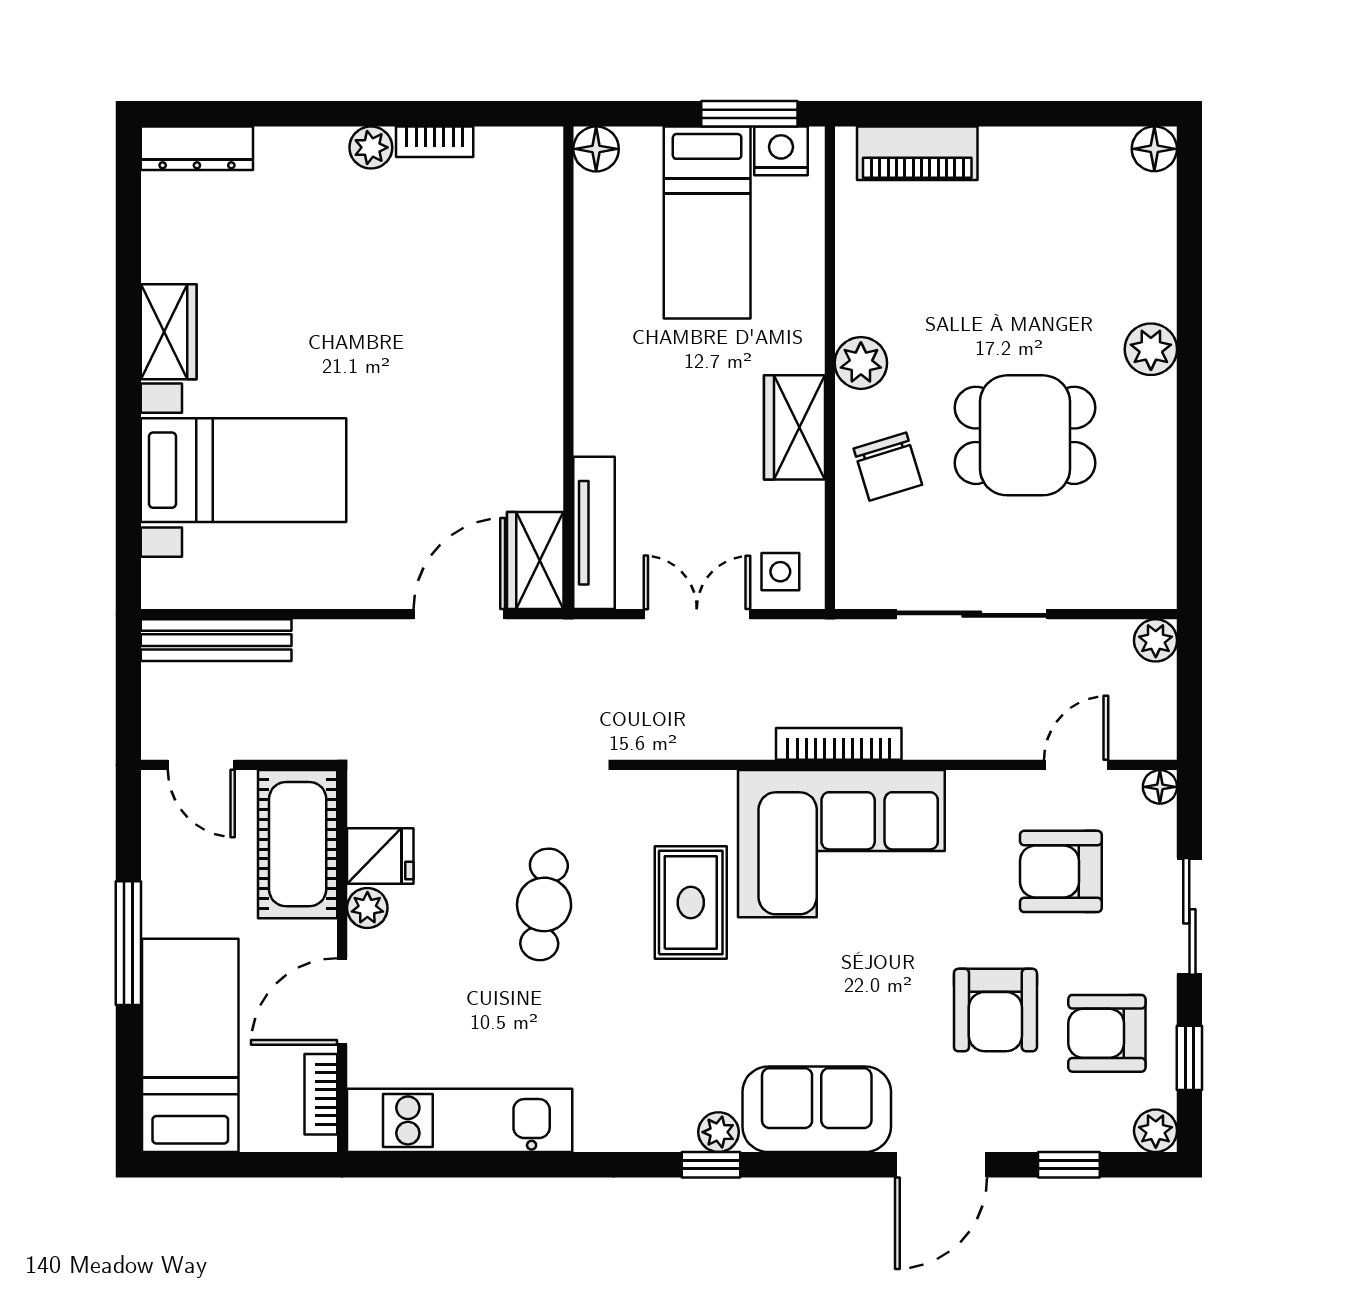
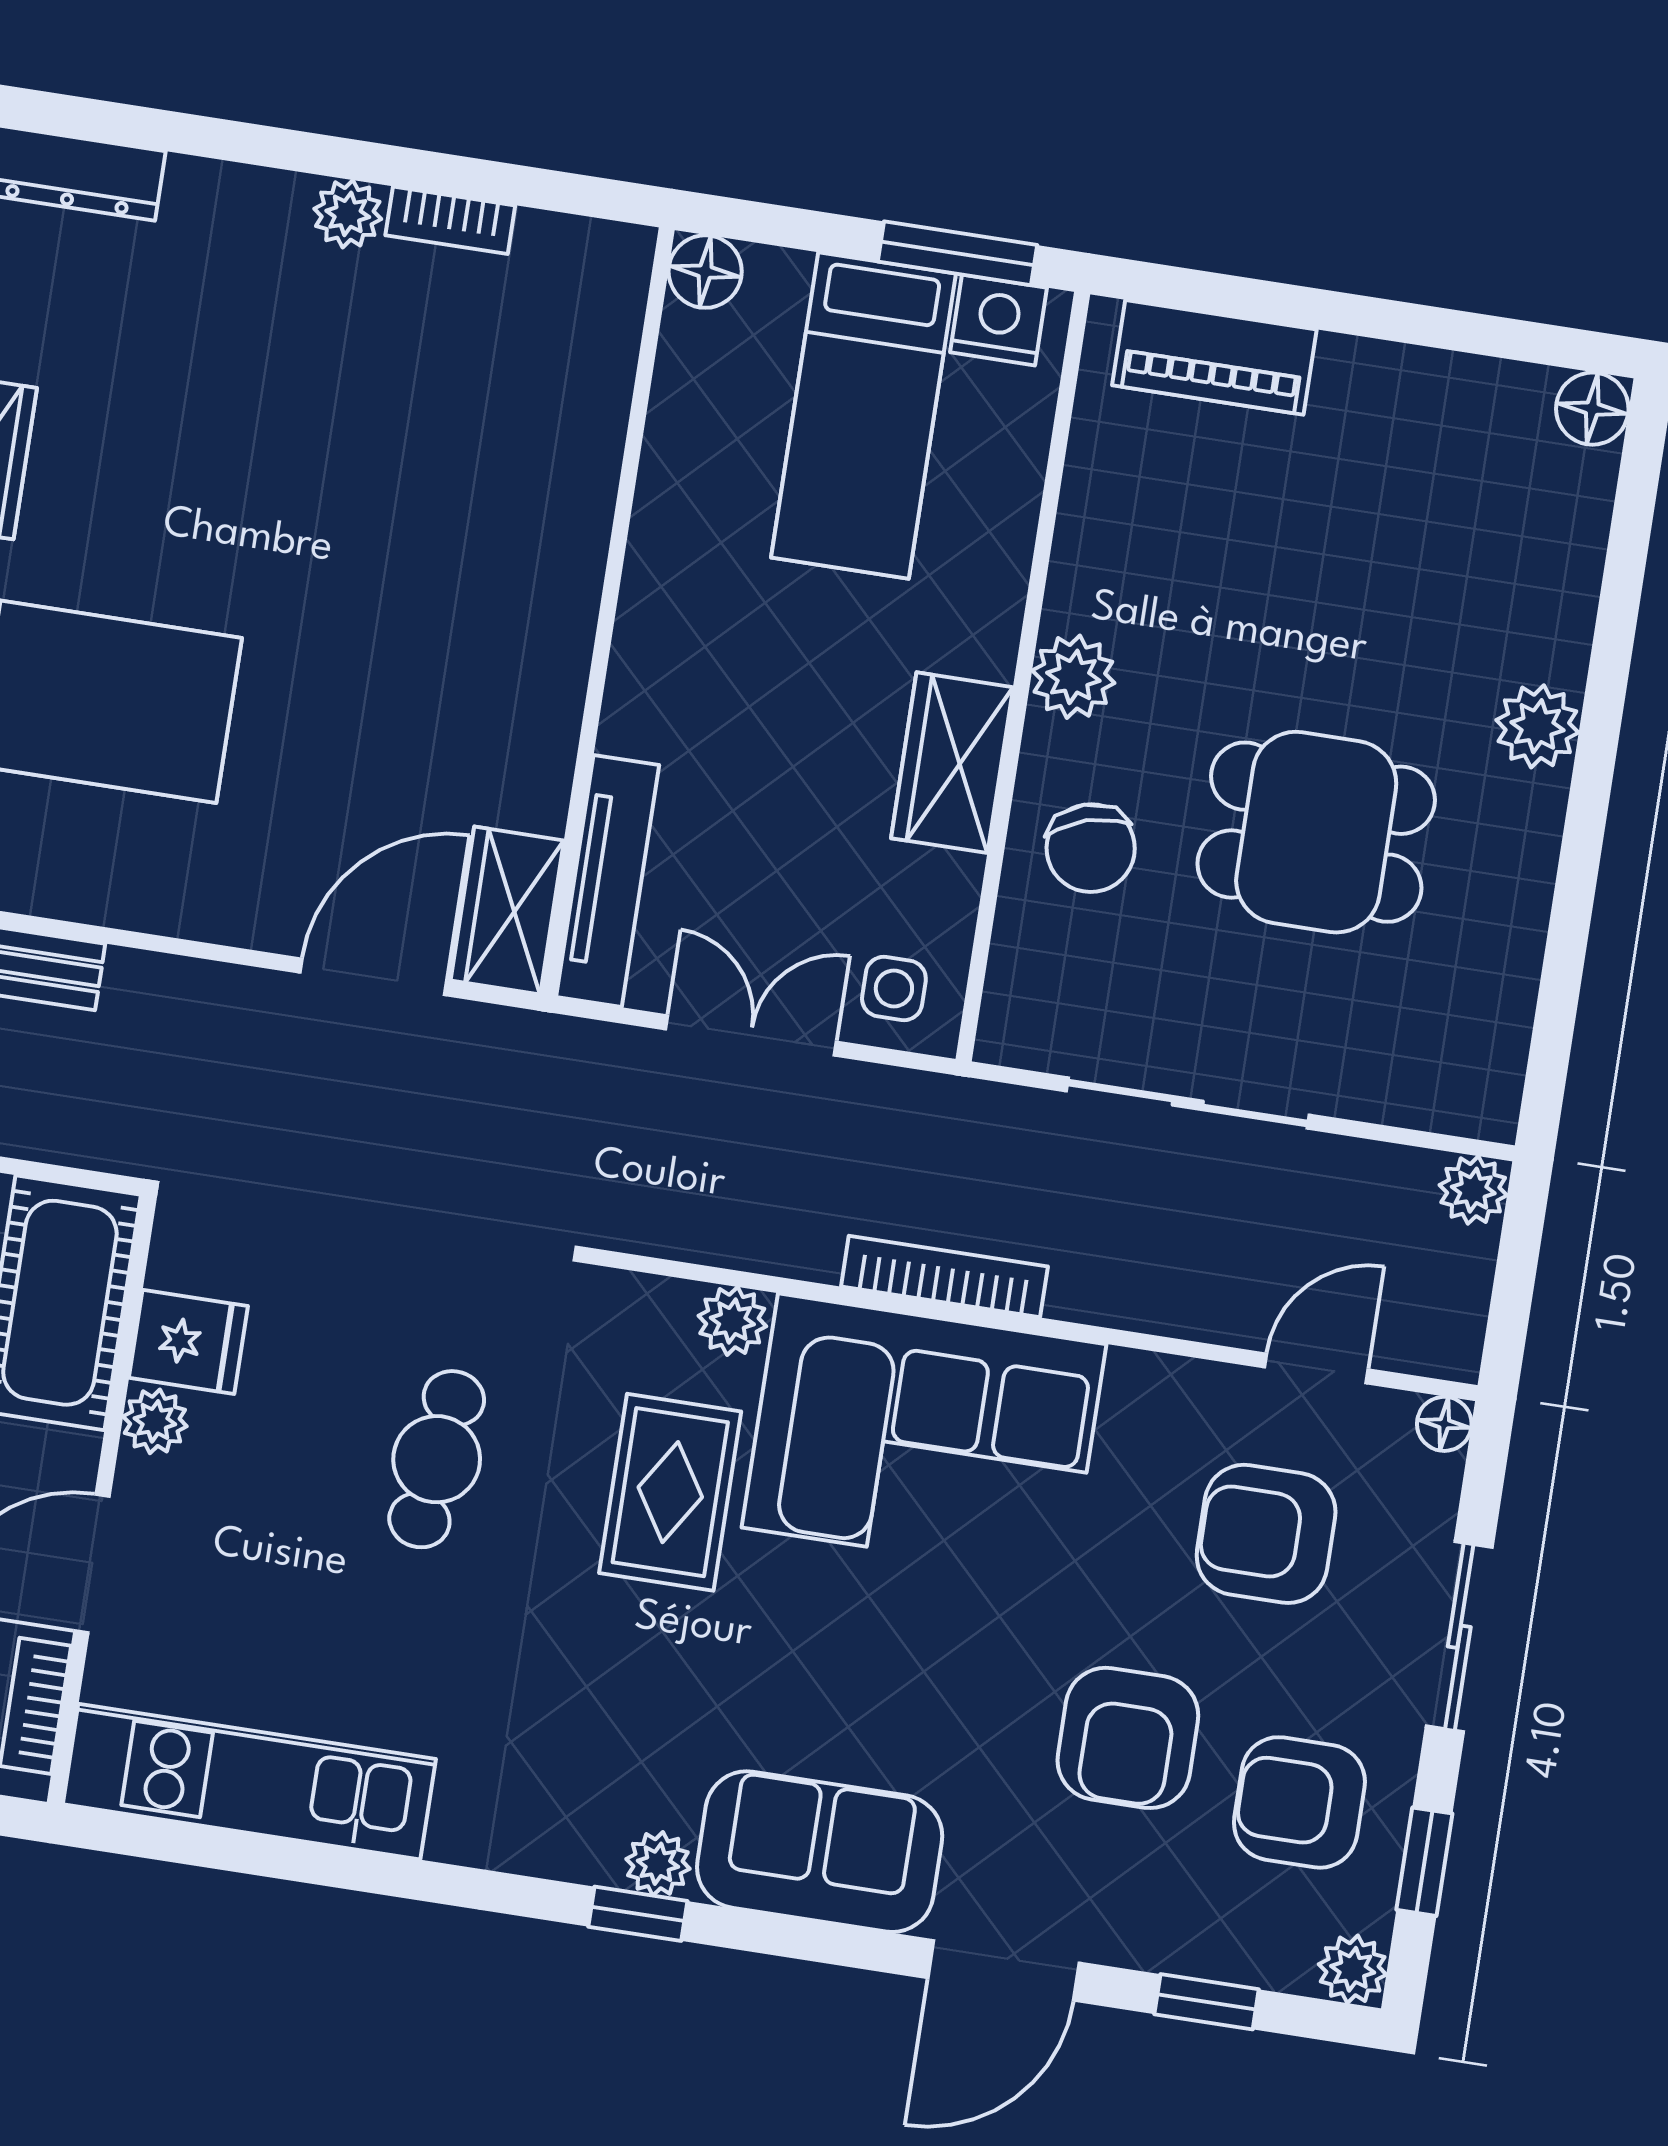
plant: (713, 791) -> (732, 1321), added

